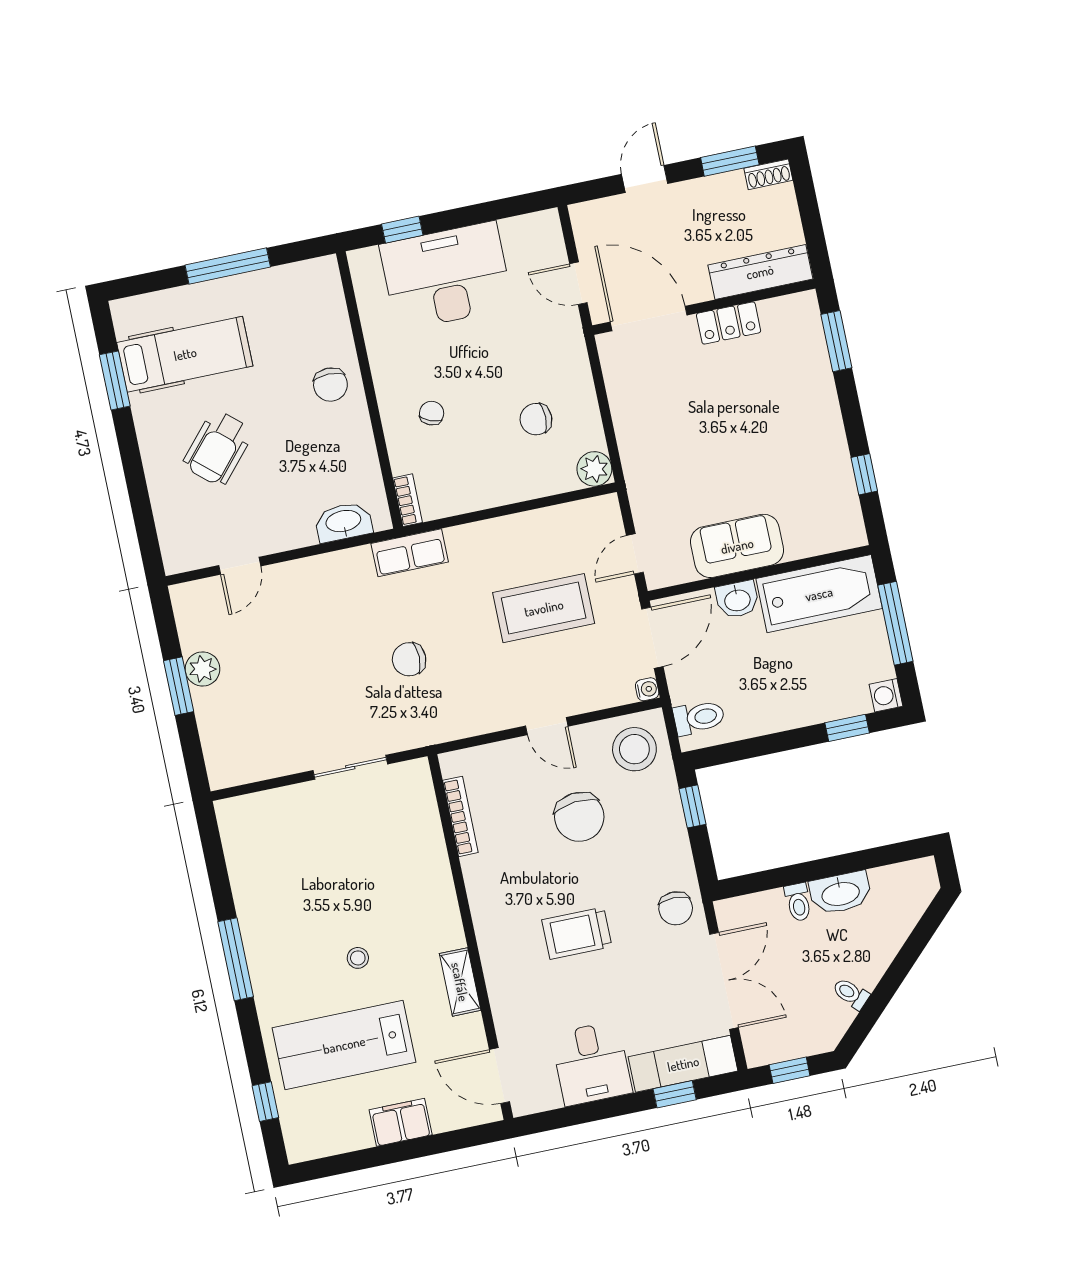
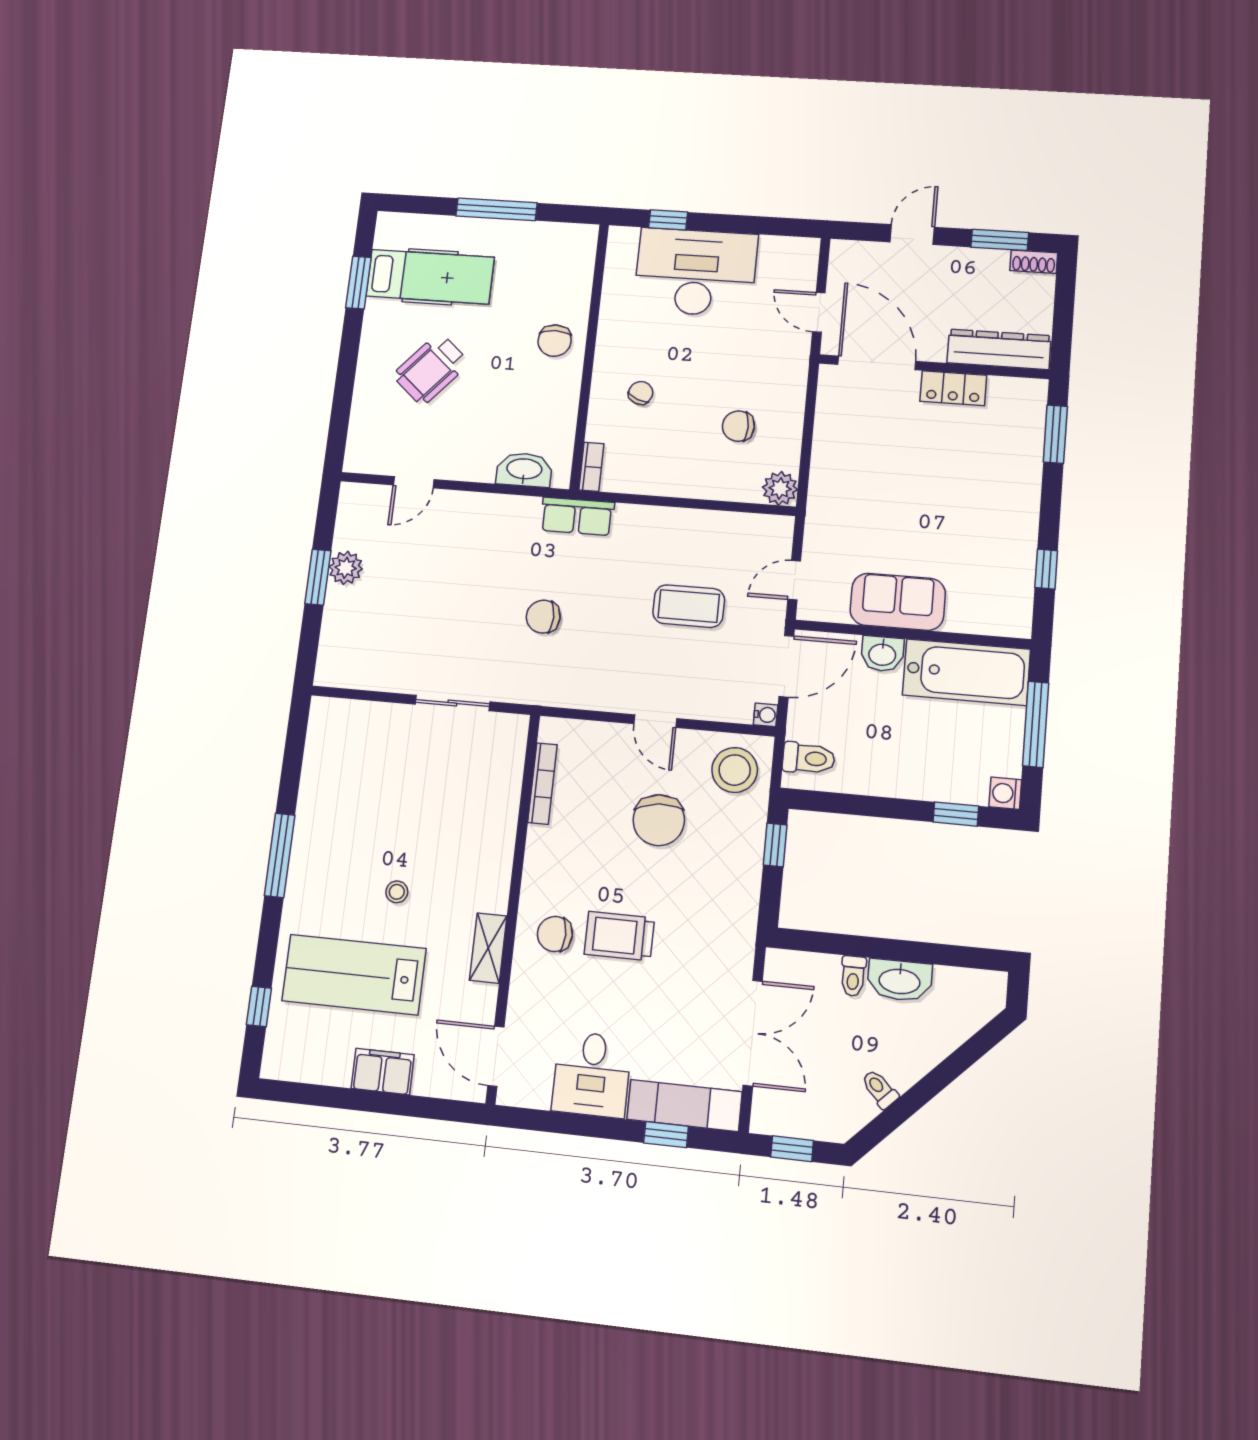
coffee table: (544, 608) -> (689, 606), width x0.73, depth x0.76
chair: (676, 908) -> (555, 934), moved, turned 90

